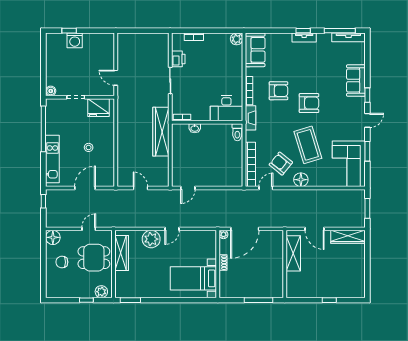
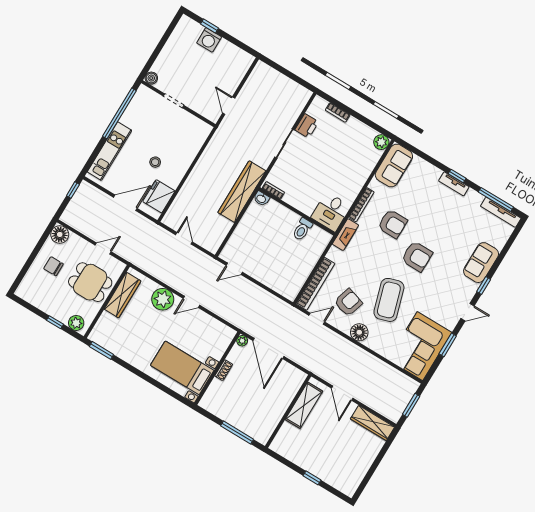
fridge: (98, 108) -> (159, 196), moved, turned 90
desk: (226, 108) -> (331, 212), width x0.73
washbasin: (195, 128) -> (261, 199), moved
toilet: (237, 132) -> (302, 229), moved
armchair: (281, 164) -> (348, 302), turned 68
door: (245, 229) -> (268, 348), hinge flipped

